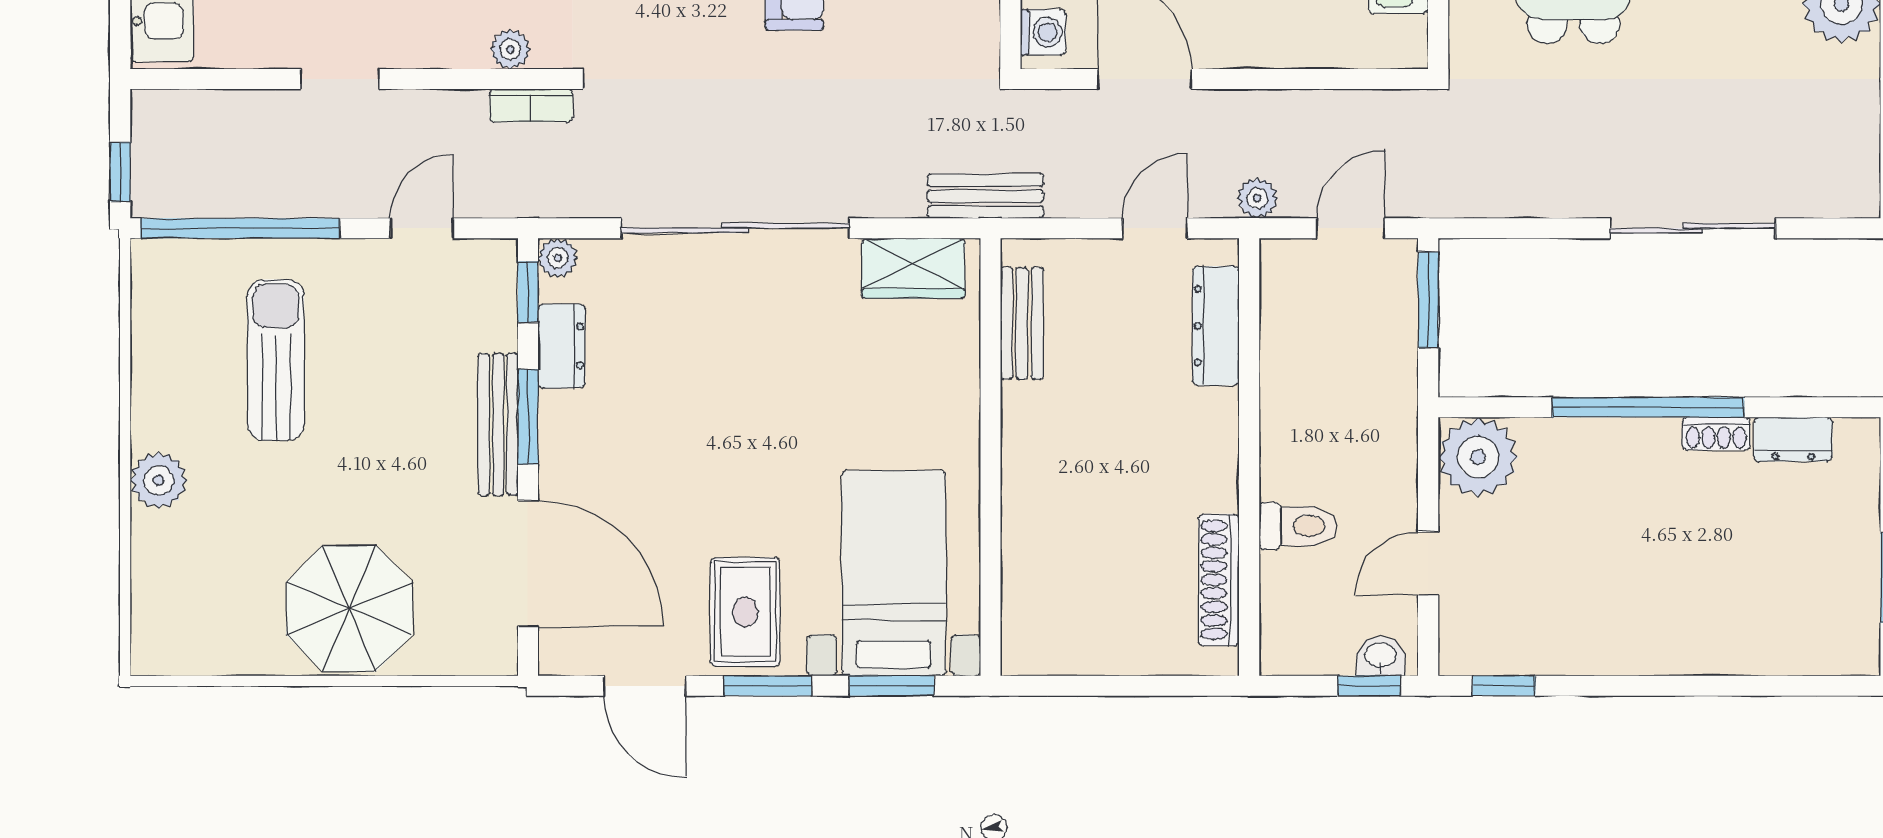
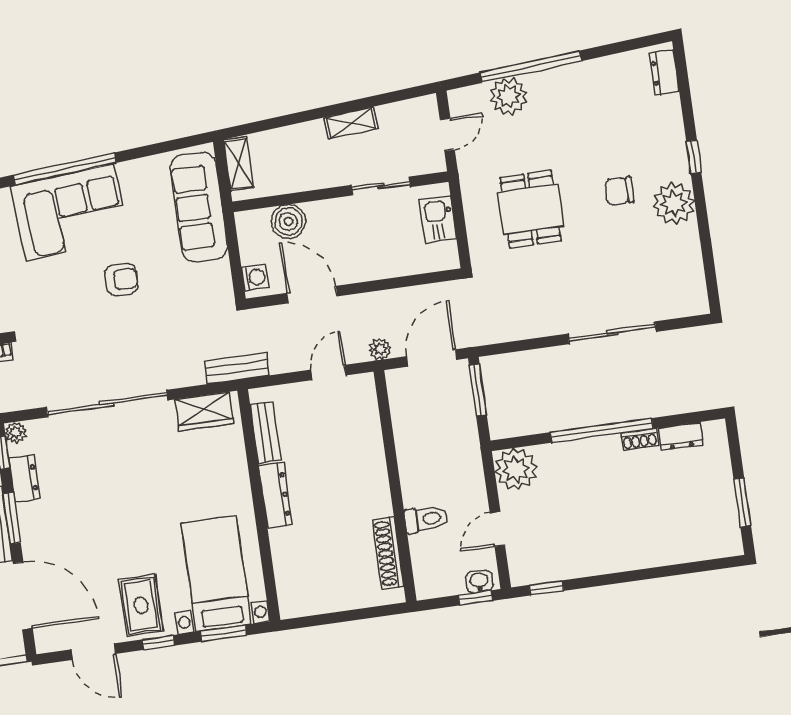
door: (1351, 228) -> (432, 358), width x1.38
dresser: (1216, 326) -> (275, 495), moved, turned 180
window: (768, 686) -> (158, 642), width x0.67

